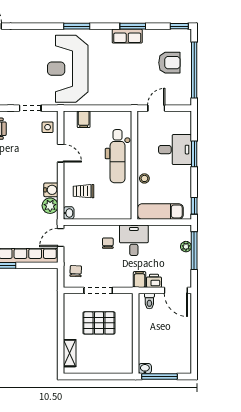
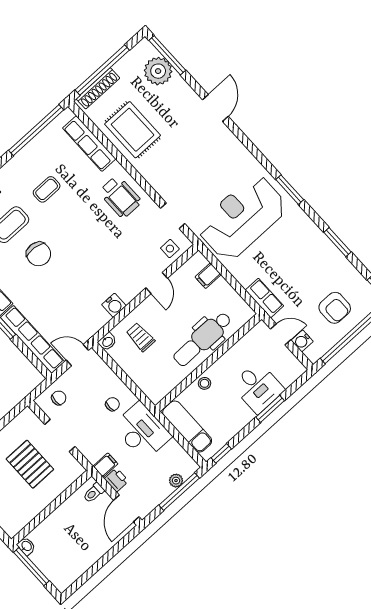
row of seats: (127, 36) -> (264, 298), moved, turned 180
water cooler: (171, 99) -> (302, 341), added
plant: (50, 206) -> (98, 318), removed
desk: (134, 240) -> (142, 431), width x1.37

